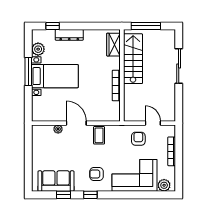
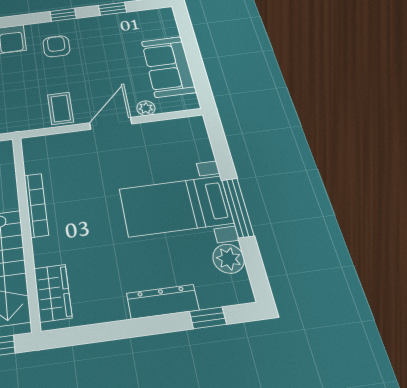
door: (76, 123) -> (111, 123), swing flipped
armchair: (96, 174) -> (56, 46), turned -90
sofa: (56, 181) -> (168, 66), moved, turned 90

